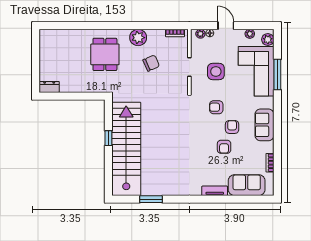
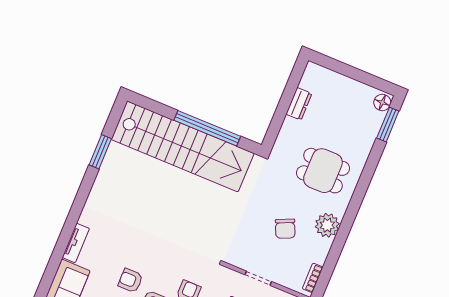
window: (59, 26) -> (388, 125), added
floor lamp: (47, 35) -> (382, 102), added
dresser: (49, 87) -> (299, 104), moved
window: (108, 138) -> (207, 128), width x3.17

